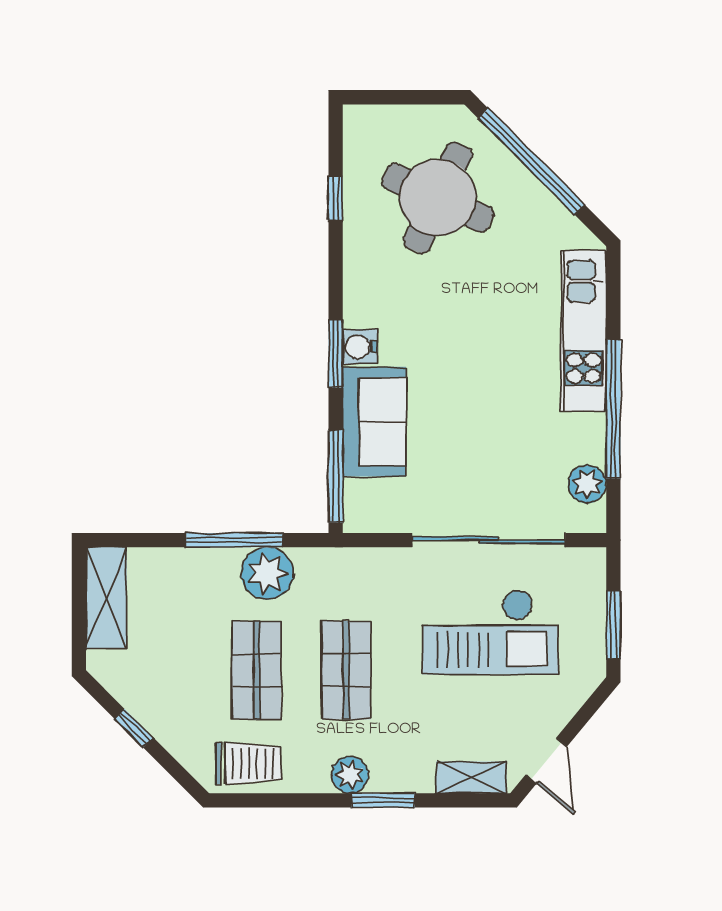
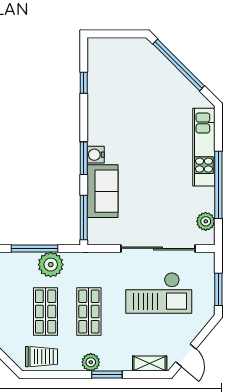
round table: (438, 198) -> (133, 83), removed

